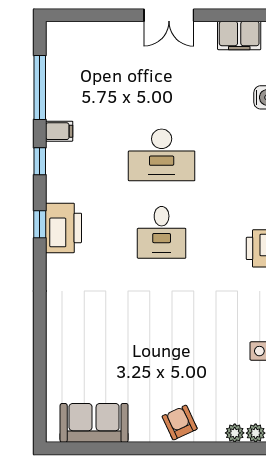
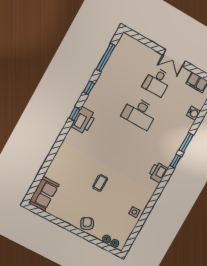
filing cabinet: (59, 131) -> (104, 80), removed
desk: (162, 232) -> (157, 82), moved
coffee table: (161, 330) -> (100, 183), added
sofa: (94, 423) -> (44, 194), moved, turned 90

